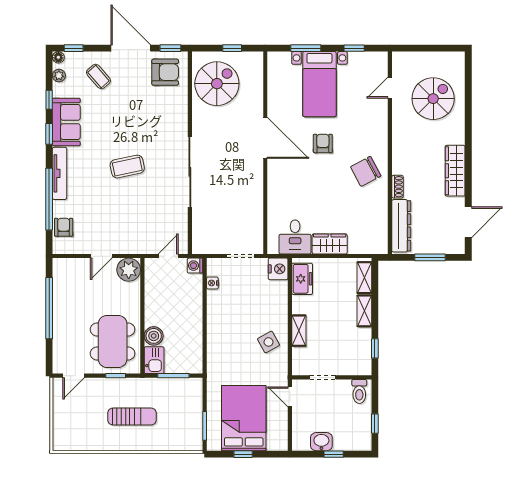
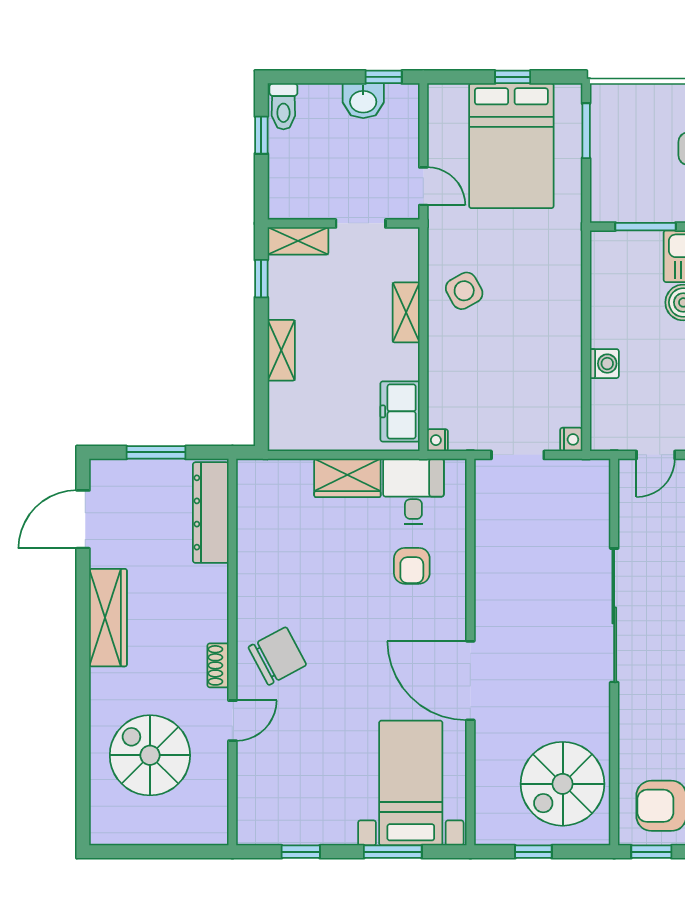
bed with nightstands: (319, 84) -> (411, 783), moved
door: (390, 88) -> (232, 721), moved
spiral stairs: (433, 99) -> (150, 755), turned 90
armchair: (323, 143) -> (412, 566), moved
chair: (366, 171) -> (277, 656), moved
shoe rack: (397, 187) -> (218, 665), moved
washing machine: (195, 266) -> (604, 364), moved
nightstand: (278, 269) -> (438, 440), width x0.53, depth x0.56
shelving: (364, 278) -> (298, 241), moved, turned 90
nightstand: (212, 283) -> (571, 439), moved
toilet: (359, 391) -> (283, 106), moved, turned 180
window: (334, 454) -> (384, 77), moved

